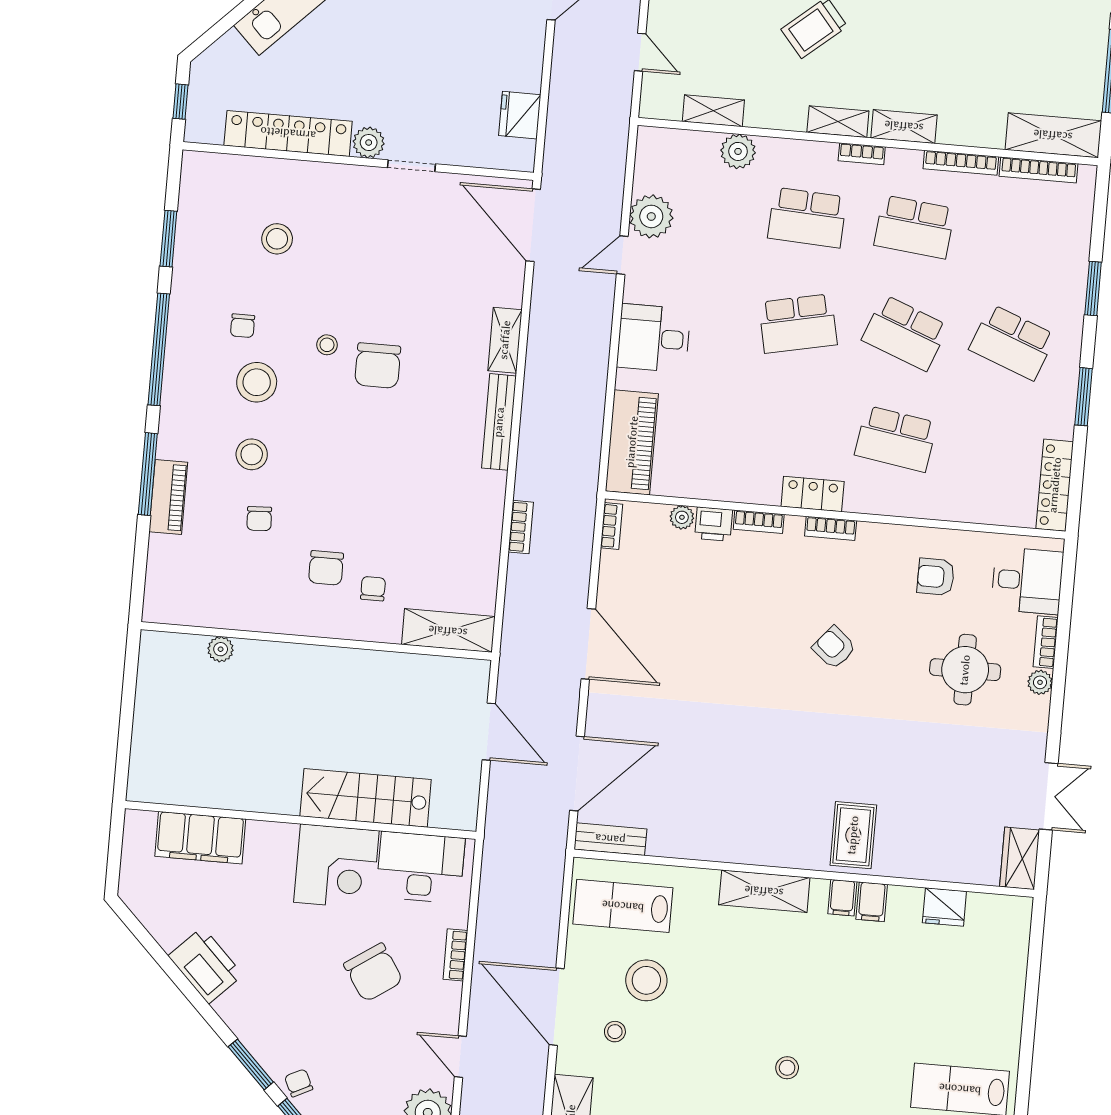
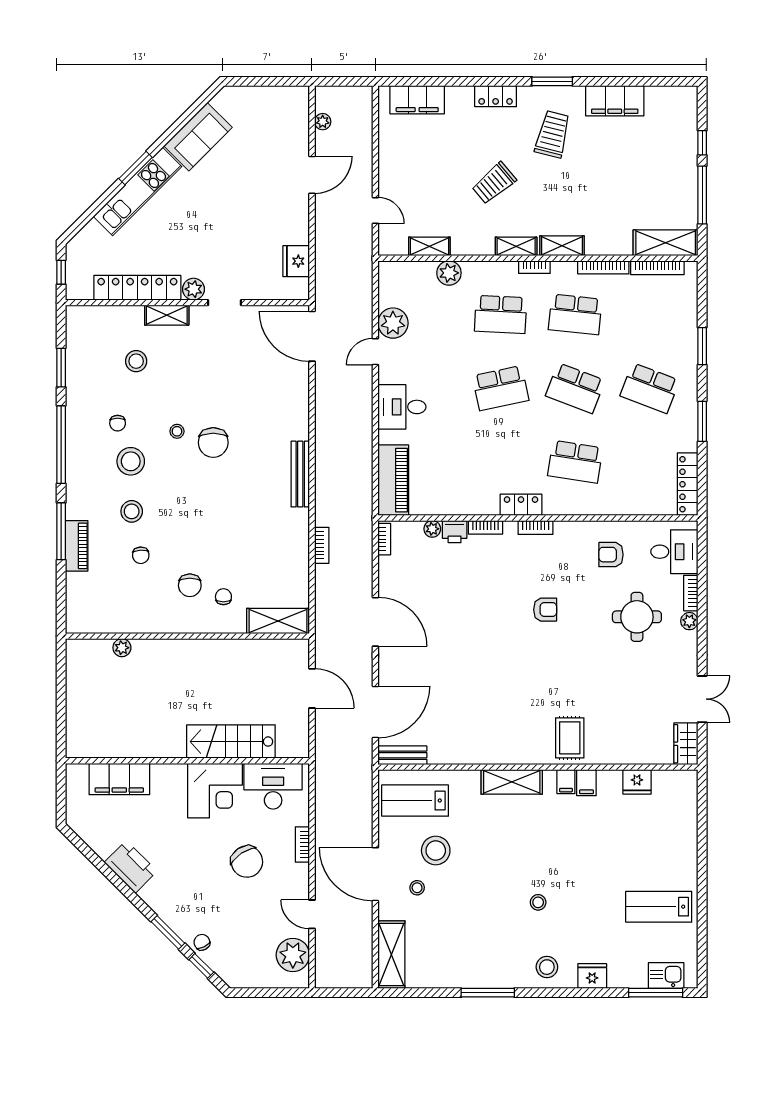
shelving: (505, 340) -> (167, 315), moved, turned 90
armchair: (834, 648) -> (545, 610), turned 140

